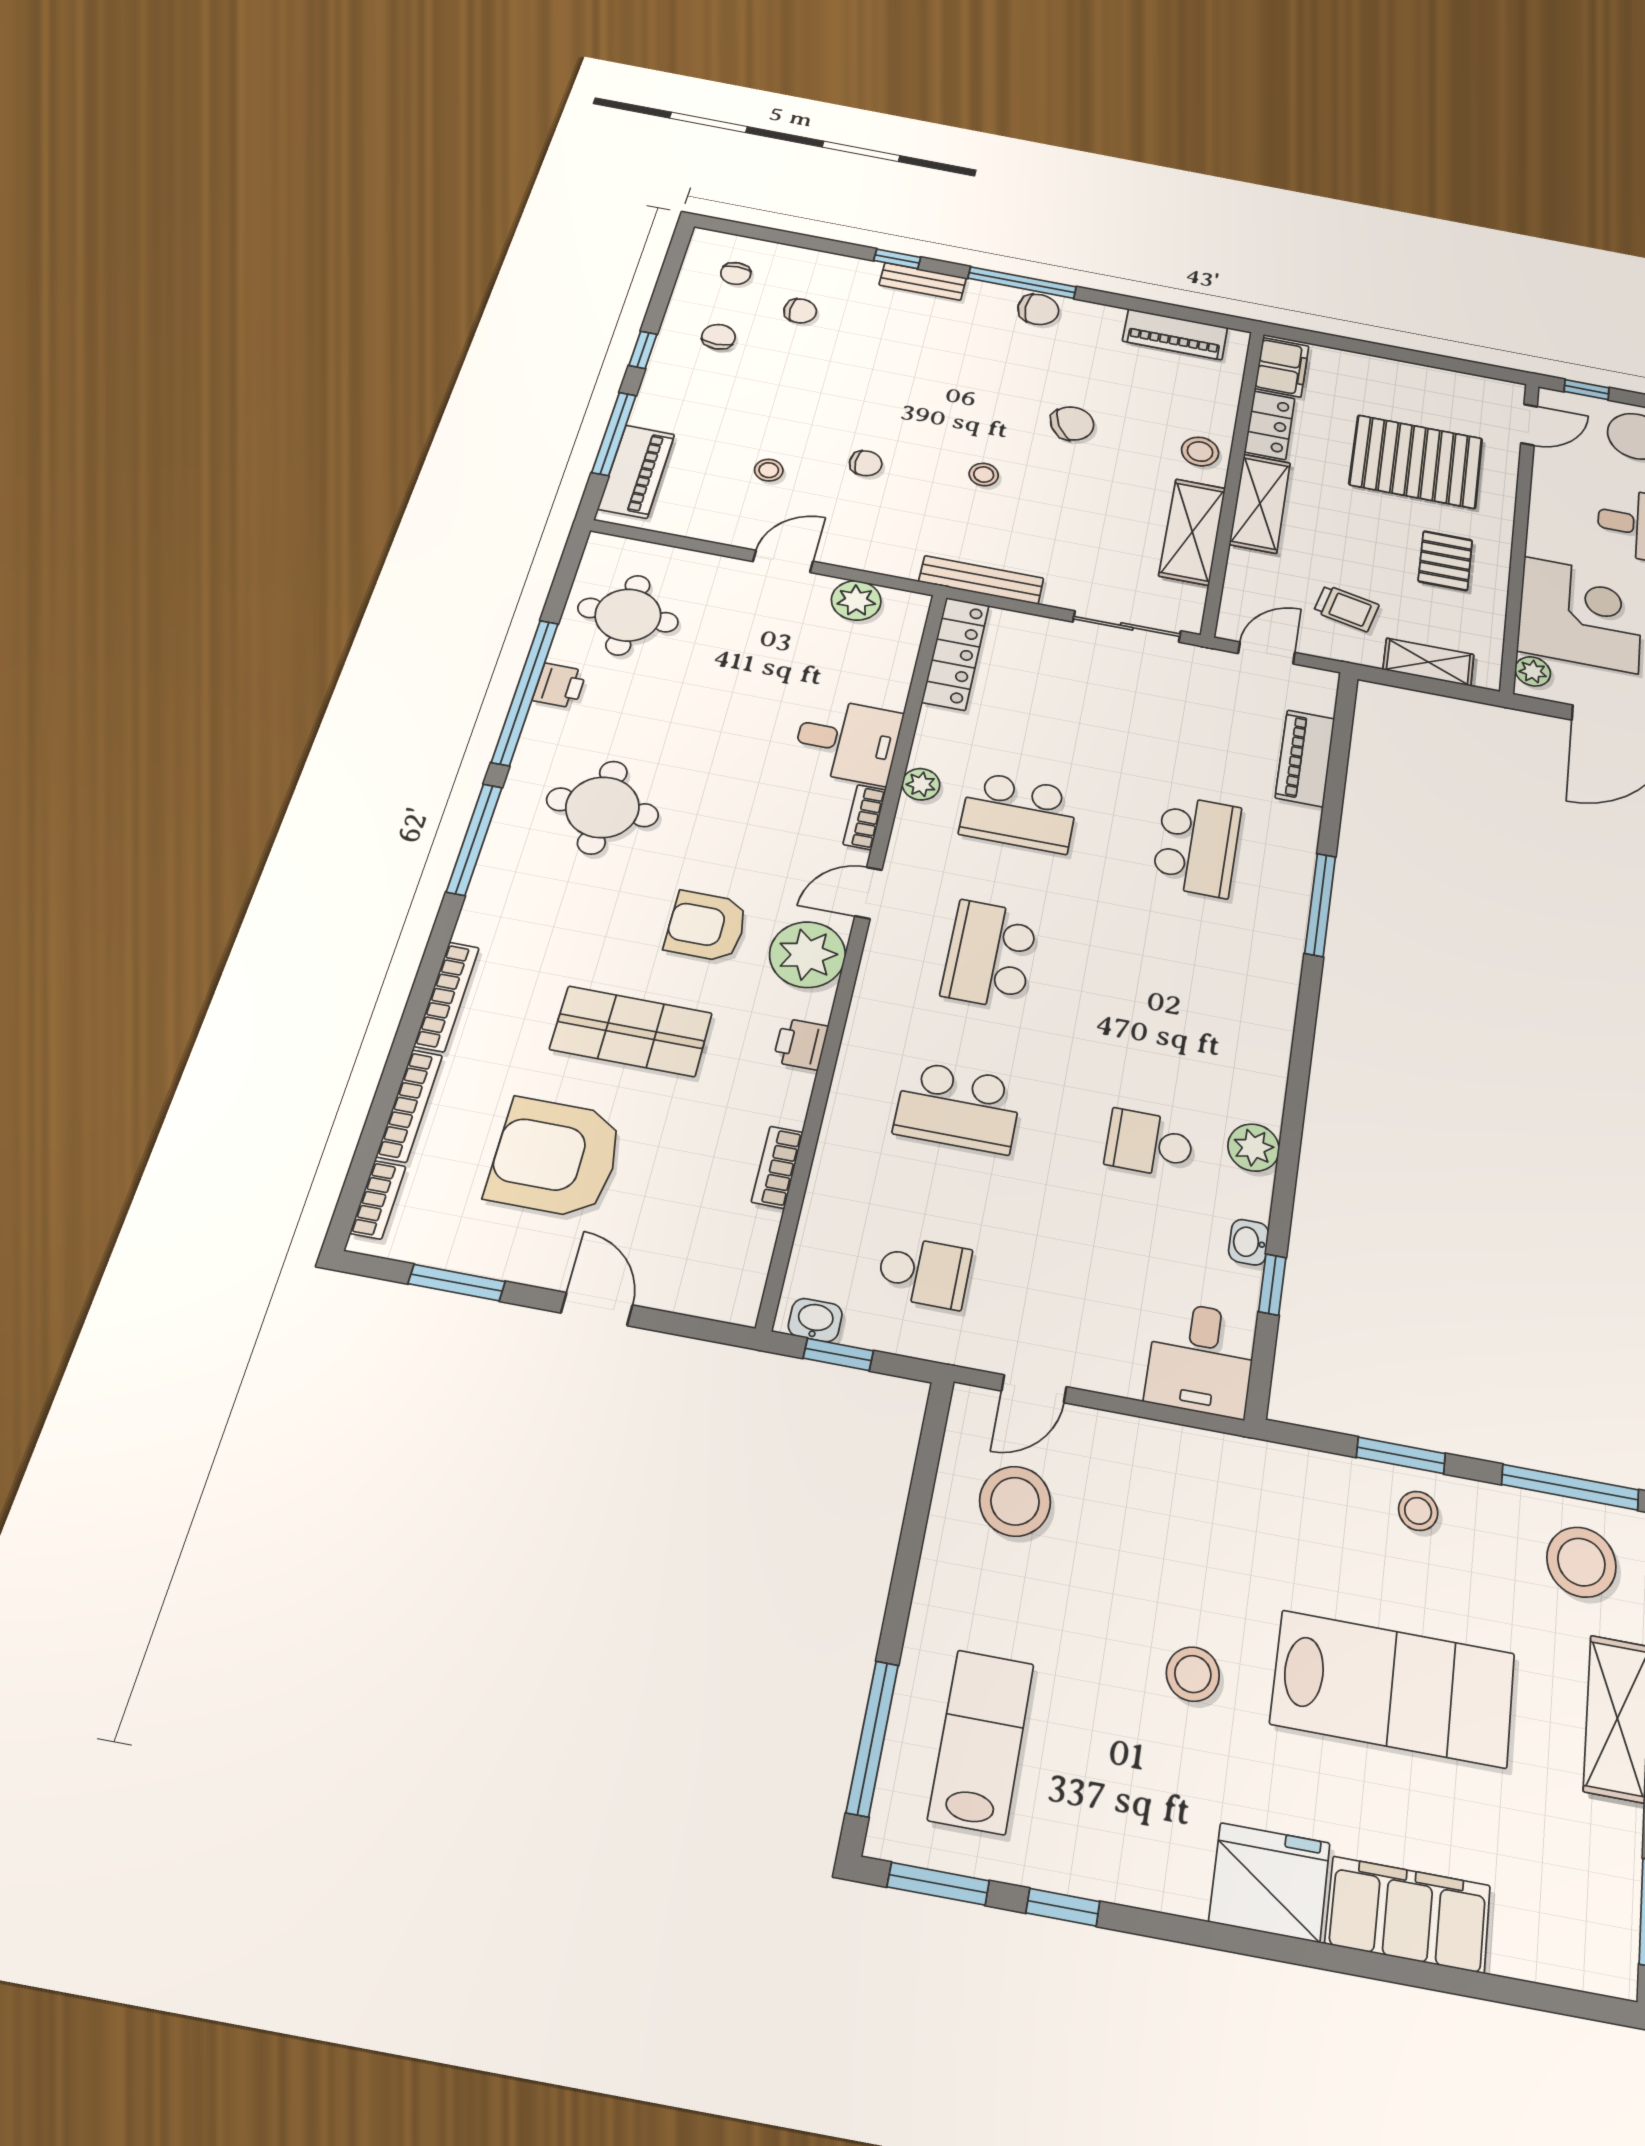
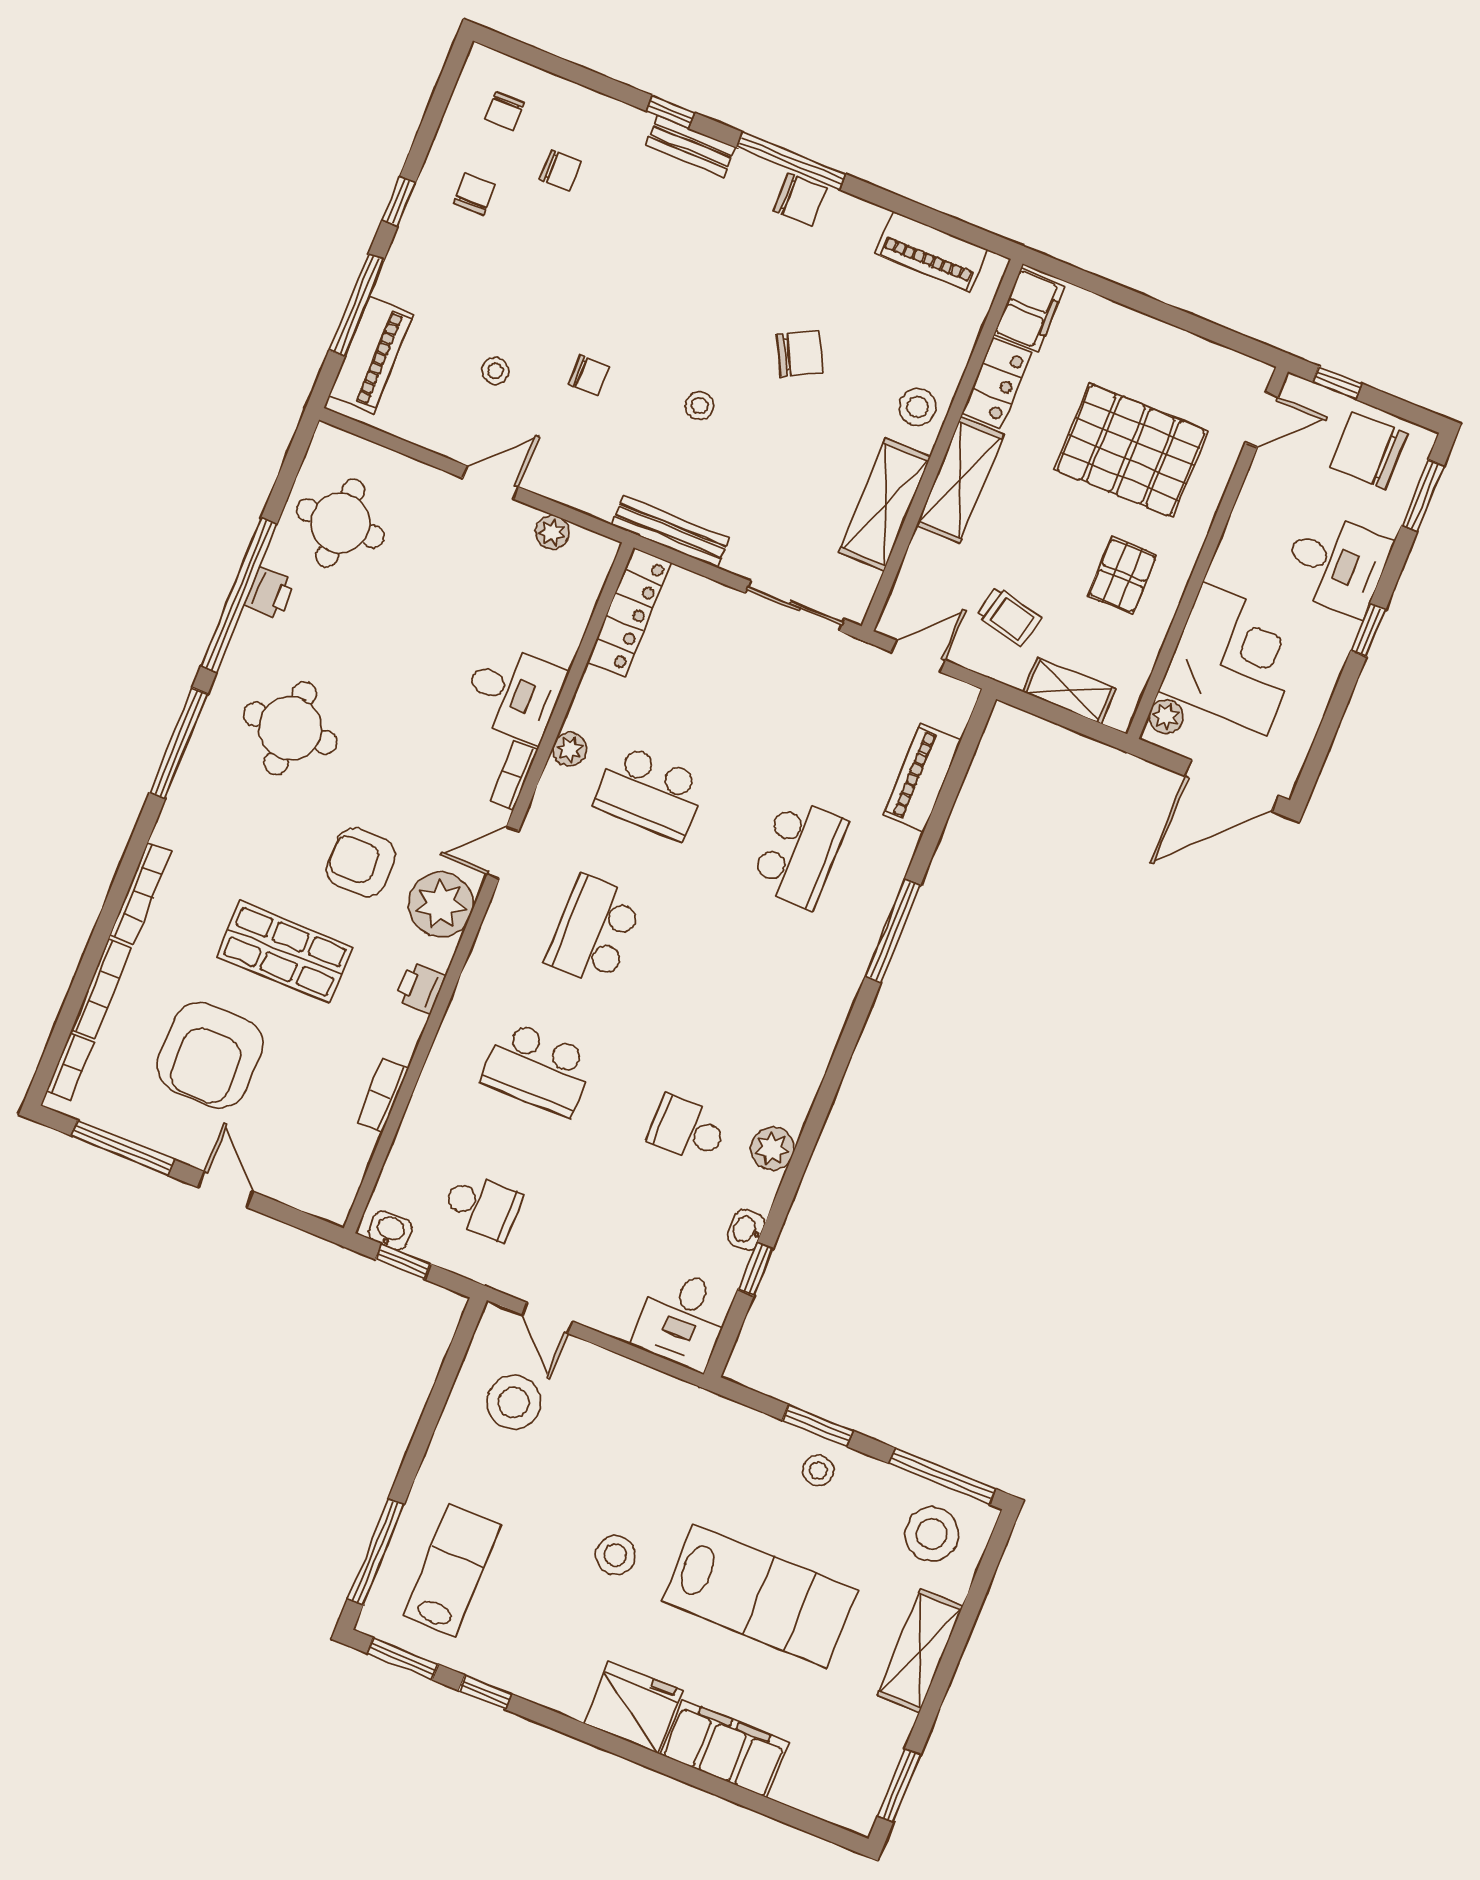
plant: (856, 600) -> (552, 532), width x0.73, depth x0.73
armchair: (555, 1157) -> (210, 1055), turned -90
window: (457, 1283) -> (123, 1148), width x1.44
door: (1034, 1389) -> (547, 1318), hinge flipped

